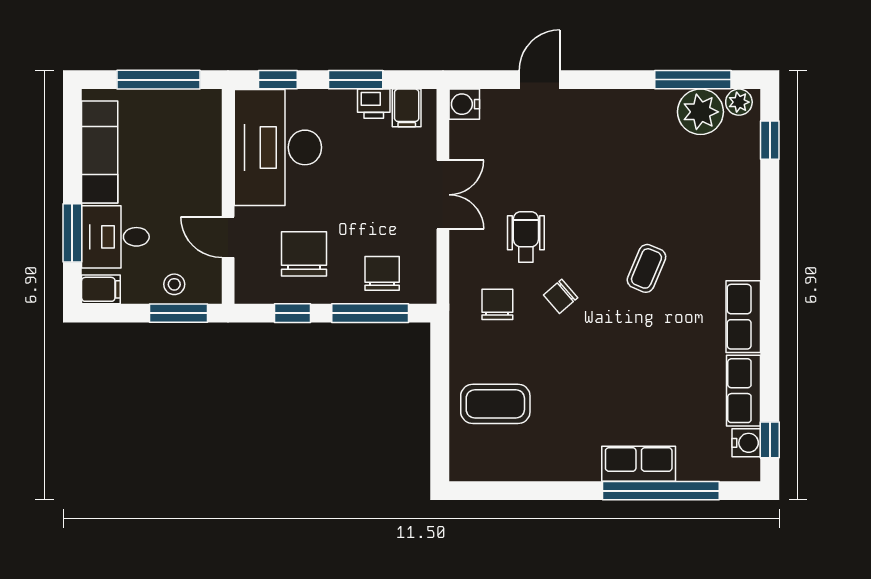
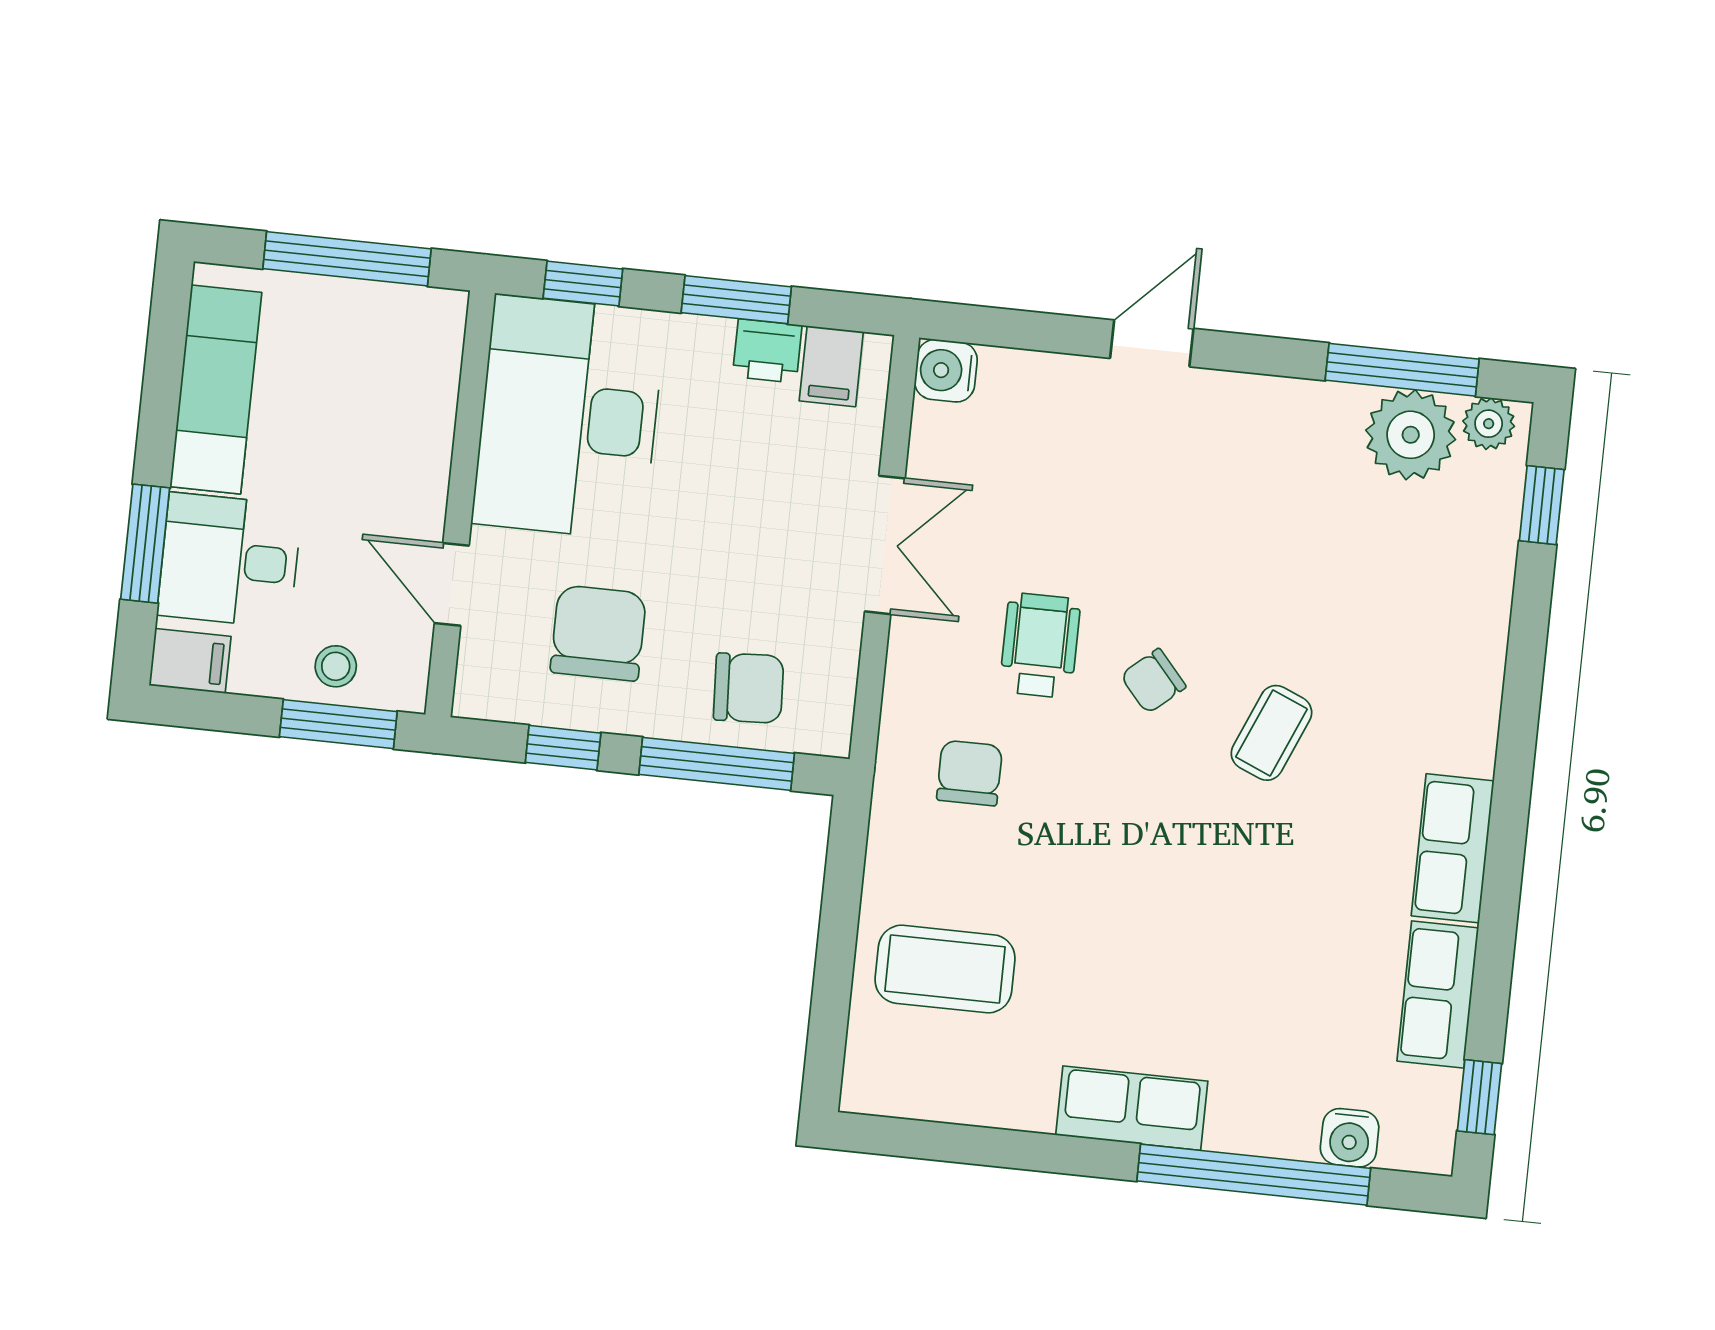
door: (540, 80) -> (1152, 343), moved
chair: (382, 273) -> (749, 688), turned 87
chair: (561, 296) -> (1153, 681), moved
water cooler: (746, 443) -> (1350, 1138), moved, turned 90
row of seats: (639, 464) -> (1132, 1108), moved

